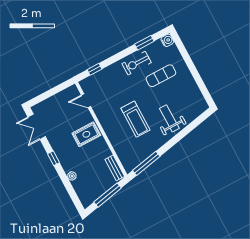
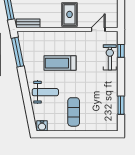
water cooler: (167, 40) -> (42, 126), moved
exercise bike: (137, 63) -> (110, 57), moved
exercise mat: (161, 76) -> (74, 112), moved

